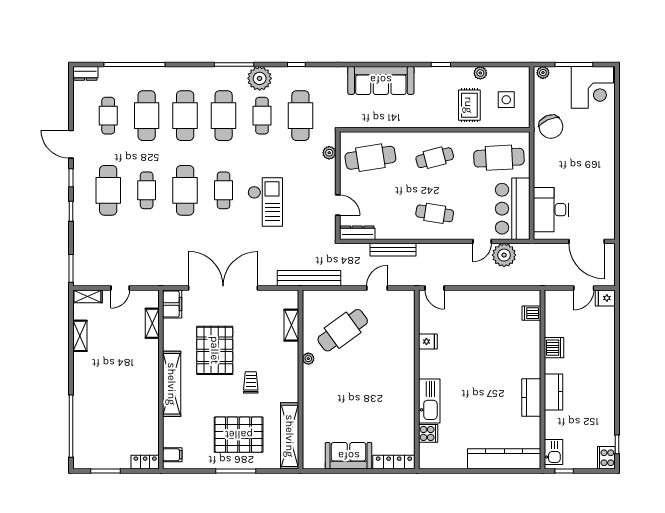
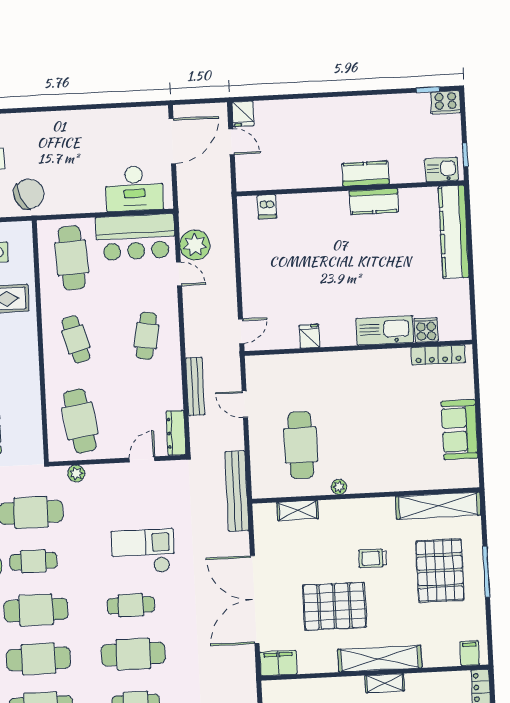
shelving: (152, 323) -> (385, 683), moved
cafe table: (343, 330) -> (301, 445), turned 36
dishwasher: (554, 348) -> (309, 176), removed
locker: (394, 462) -> (438, 355), moved, turned -90

